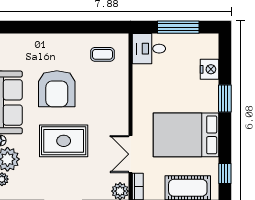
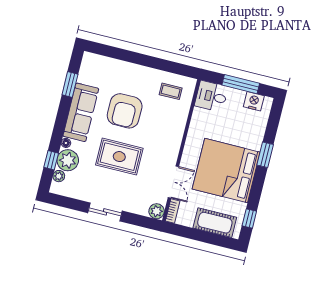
nightstand: (209, 69) -> (254, 101), moved, turned -90
bed: (186, 135) -> (226, 171), width x1.36
double door: (131, 154) -> (173, 182), swing flipped

